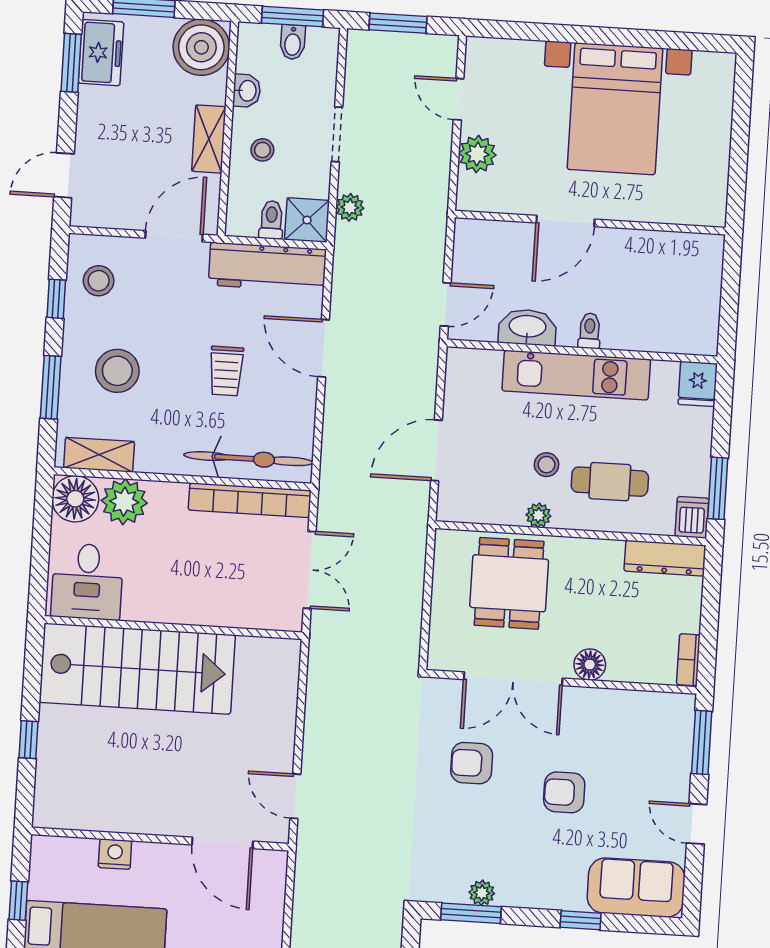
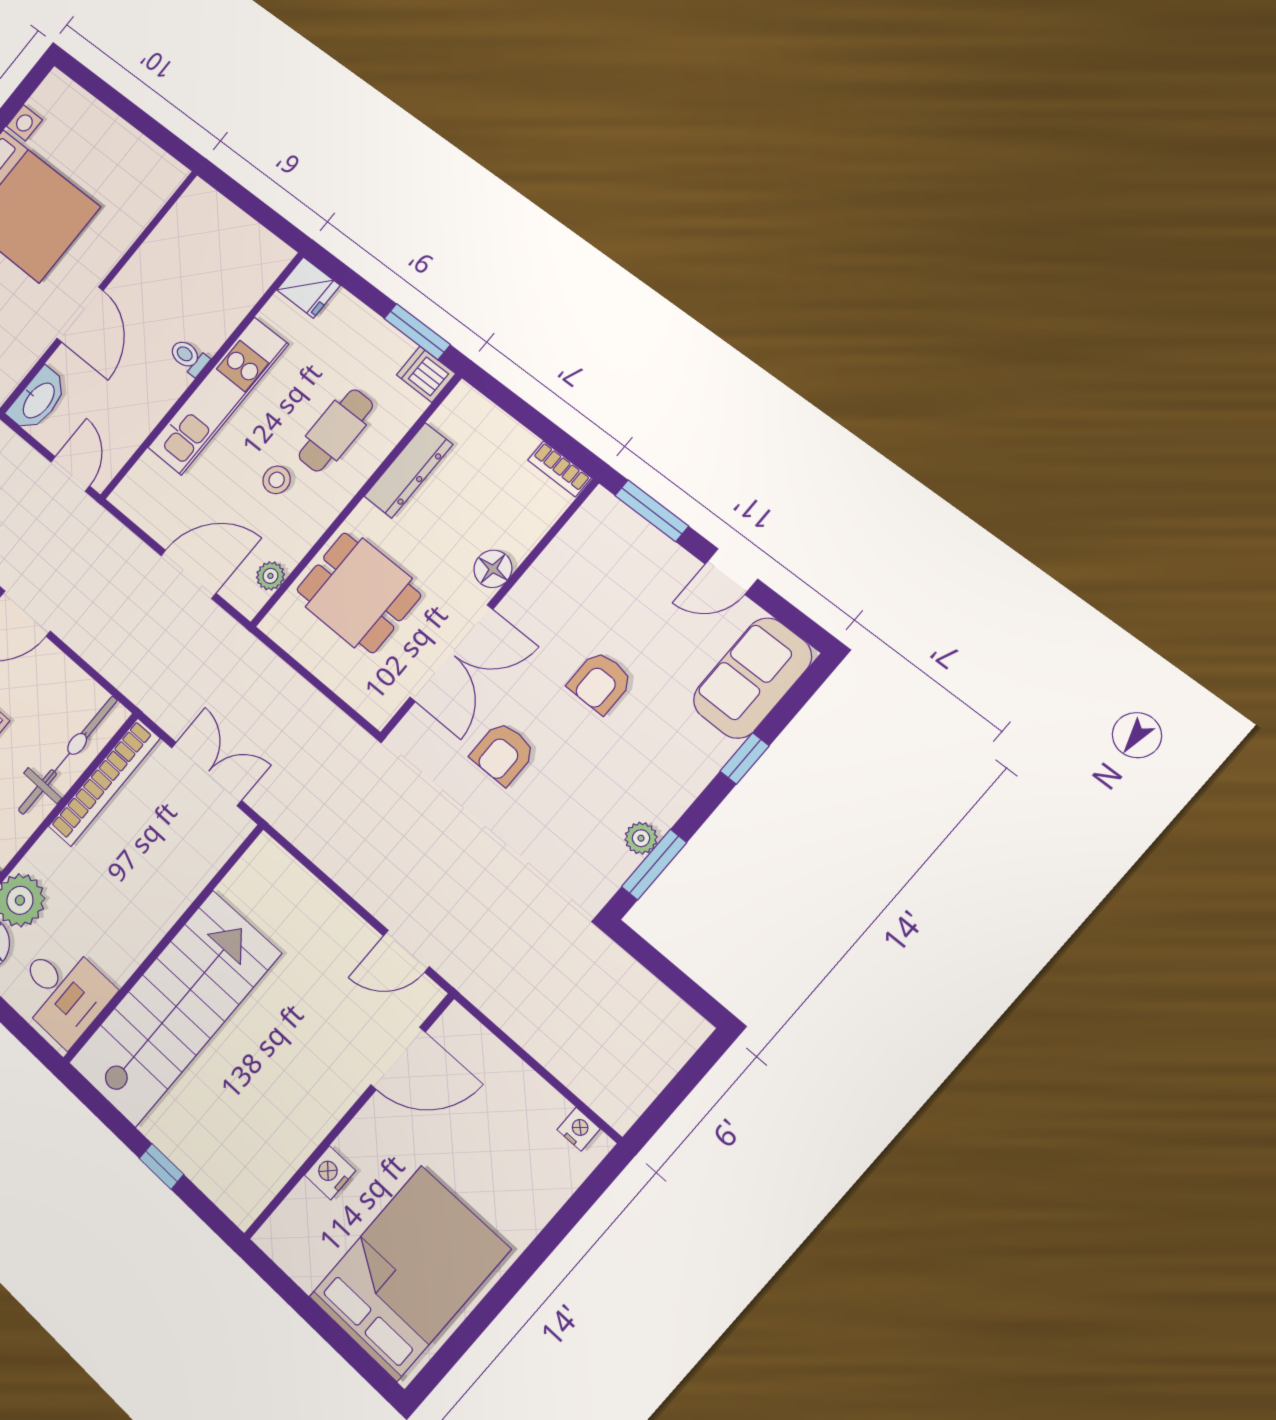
washbasin: (527, 327) -> (38, 400), moved, turned 180
door: (436, 450) -> (188, 574), swing flipped
plant: (538, 515) -> (270, 576), moved
dresser: (665, 558) -> (408, 470), moved
window: (18, 901) -> (304, 1305), removed

